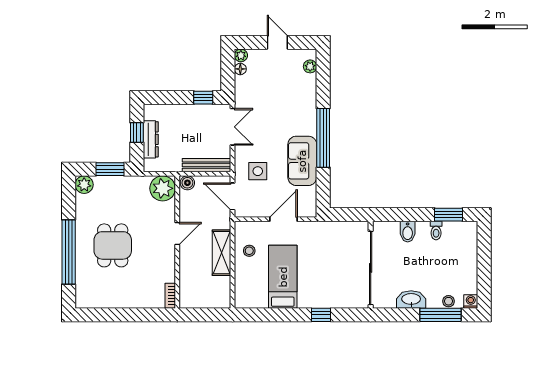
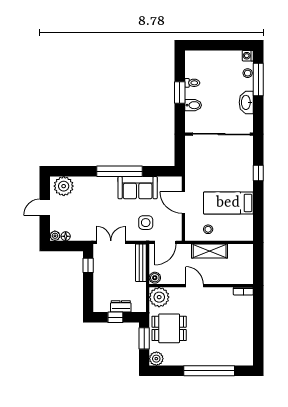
plant: (310, 66) -> (64, 186), width x1.87, depth x1.87
dresser: (151, 139) -> (121, 306), width x0.70
window: (449, 215) -> (180, 92), moved
dining table: (113, 245) -> (169, 328), moved

